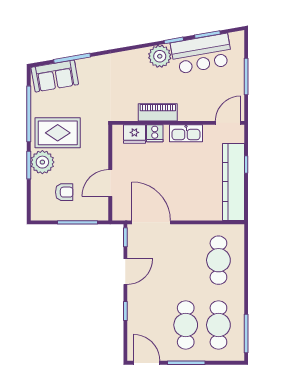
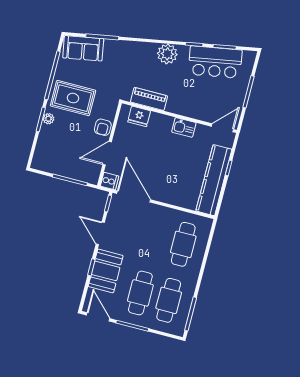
plant: (160, 56) -> (167, 54), moved
piano: (158, 112) -> (149, 99), moved
cooker: (155, 133) -> (110, 181), moved, turned -90
kitchen sink: (186, 133) -> (184, 127), width x0.73
plant: (42, 162) -> (48, 119), width x0.53, depth x0.53
armchair: (64, 192) -> (103, 127), moved, turned 90
door: (125, 272) -> (100, 233), swing flipped
booth: (142, 311) -> (106, 271), added

